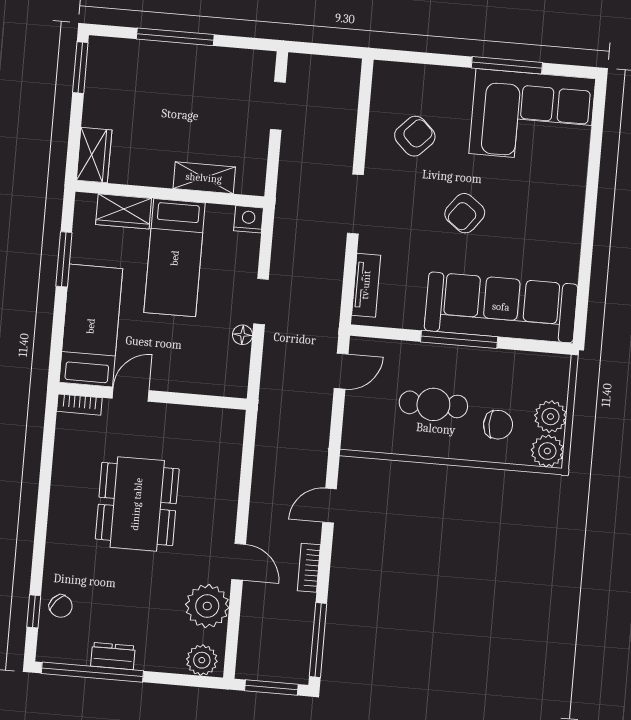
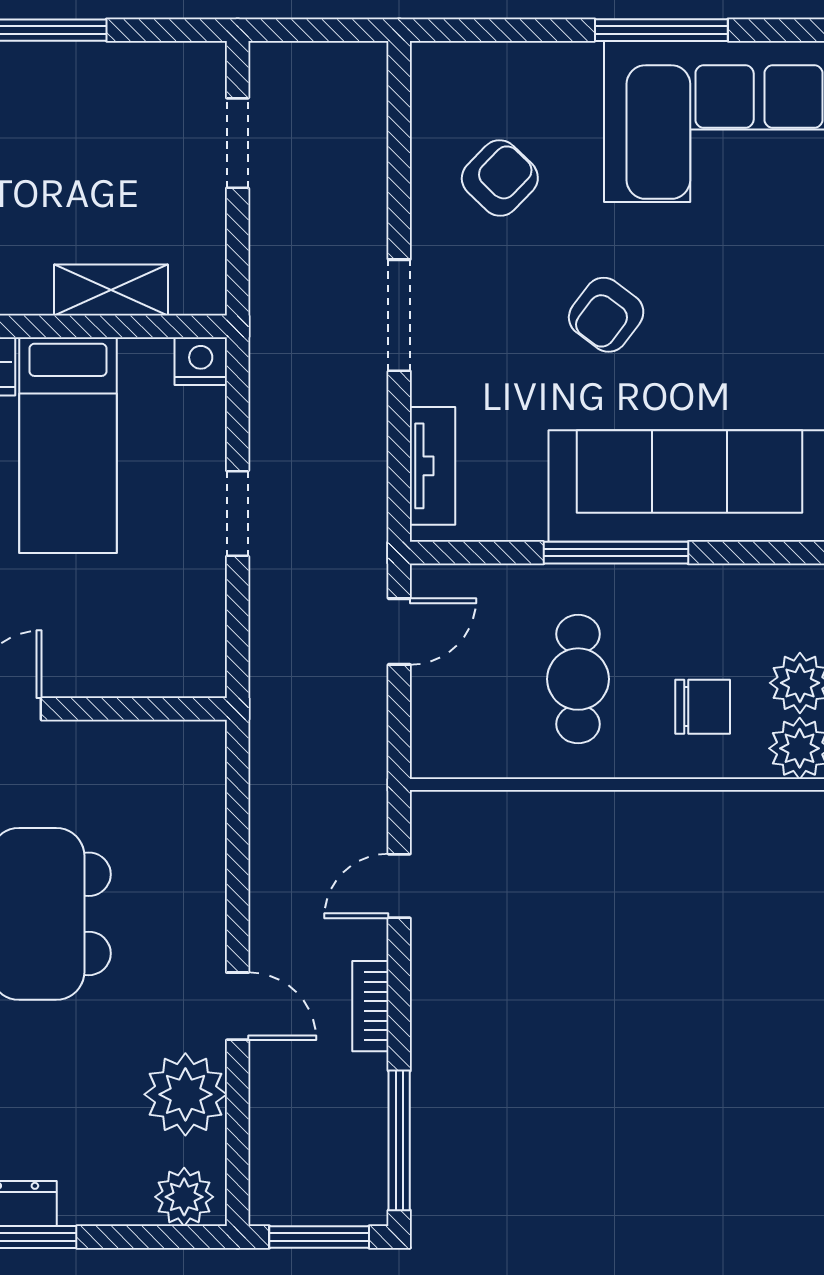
floor lamp: (242, 335) -> (208, 579), removed
cafe table: (433, 404) -> (578, 679), turned 90

